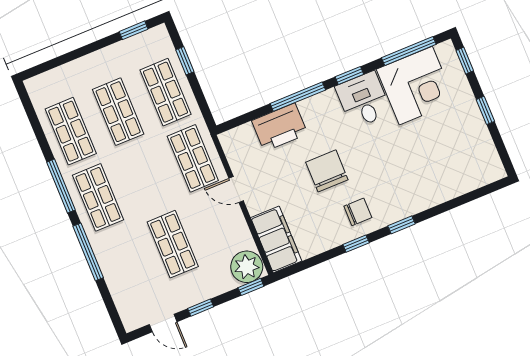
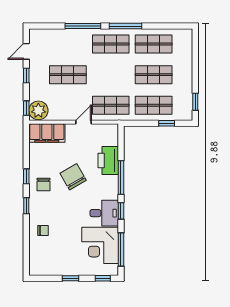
chair: (327, 171) -> (73, 177), turned -120
chair: (429, 183) -> (43, 231), added

